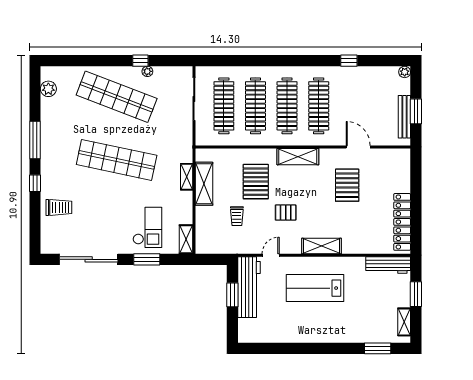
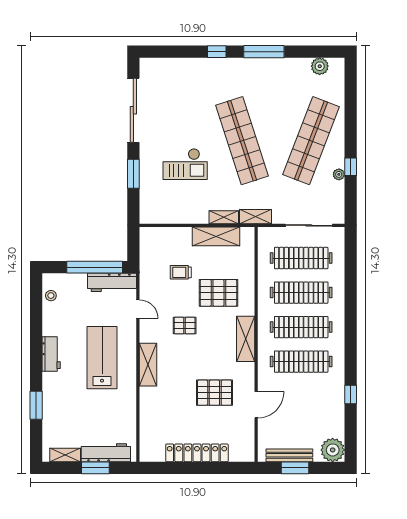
plant: (405, 72) -> (333, 450), width x1.88, depth x1.88
shop shelf: (117, 160) -> (242, 141), turned -30
trolley: (59, 207) -> (190, 78), removed
pallet: (286, 213) -> (185, 326), turned 90
locker: (402, 222) -> (197, 453), moved
checkout: (147, 227) -> (185, 164), moved
shelving: (186, 239) -> (255, 217), moved
workbench: (388, 265) -> (106, 453), moved, turned 90
workbench: (249, 287) -> (112, 282), width x0.73, depth x0.76
window: (232, 295) -> (95, 267), width x2.11
stool: (258, 335) -> (51, 296), added
workbench: (312, 335) -> (51, 354), added
window: (378, 348) -> (36, 405), moved

